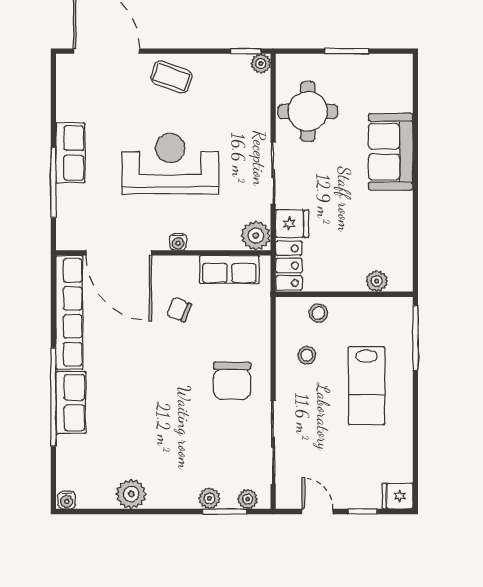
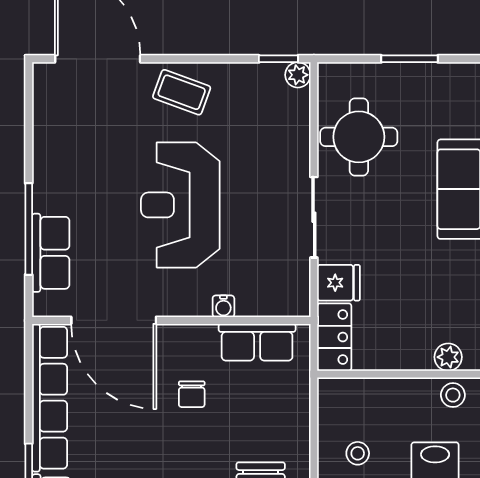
row of seats: (70, 153) -> (51, 253), moved
reception desk: (170, 164) -> (180, 205), turned -90
plant: (256, 236) -> (291, 298), removed
water cooler: (178, 242) -> (223, 306), moved
chair: (179, 310) -> (192, 394), turned -112
stool: (318, 313) -> (453, 395), moved

